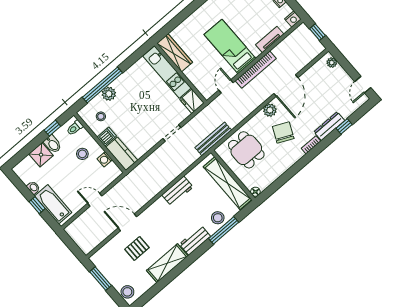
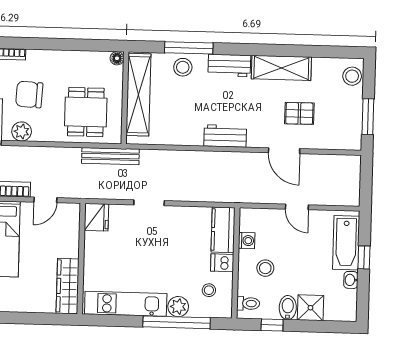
kitchen unit: (167, 72) -> (126, 304), moved, turned -90
chair: (283, 133) -> (29, 94), turned 68
workbench: (178, 191) -> (225, 136), moved

